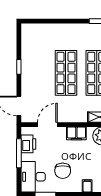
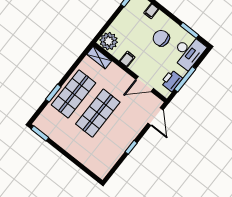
filing cabinet: (76, 133) -> (127, 59), width x0.50
chair: (63, 171) -> (161, 38), turned -90

